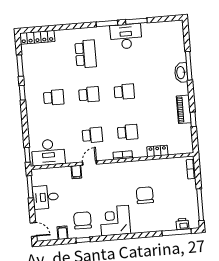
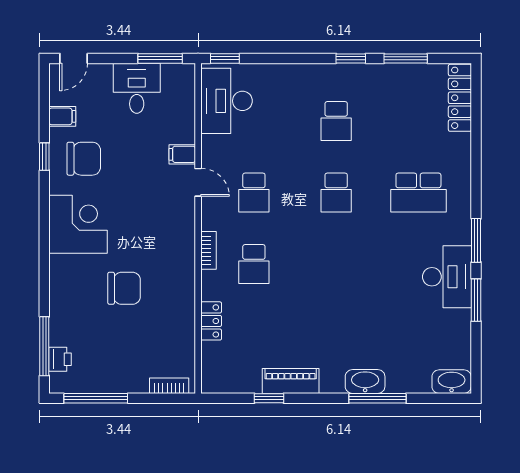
washbasin: (178, 30) -> (452, 382), added
school desk: (124, 92) -> (336, 264), removed

